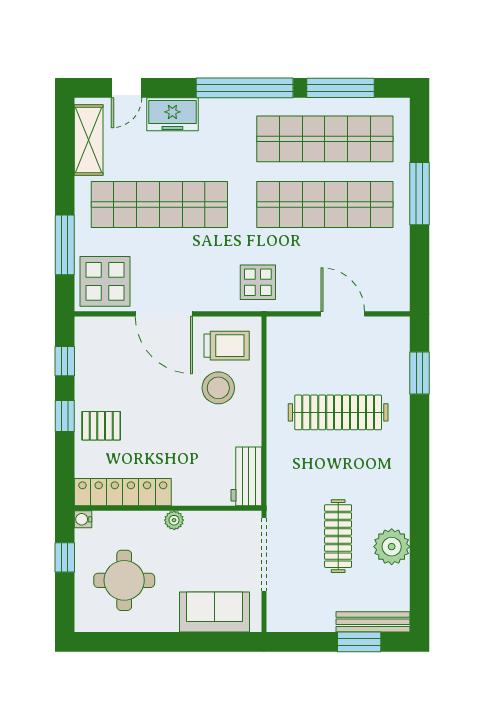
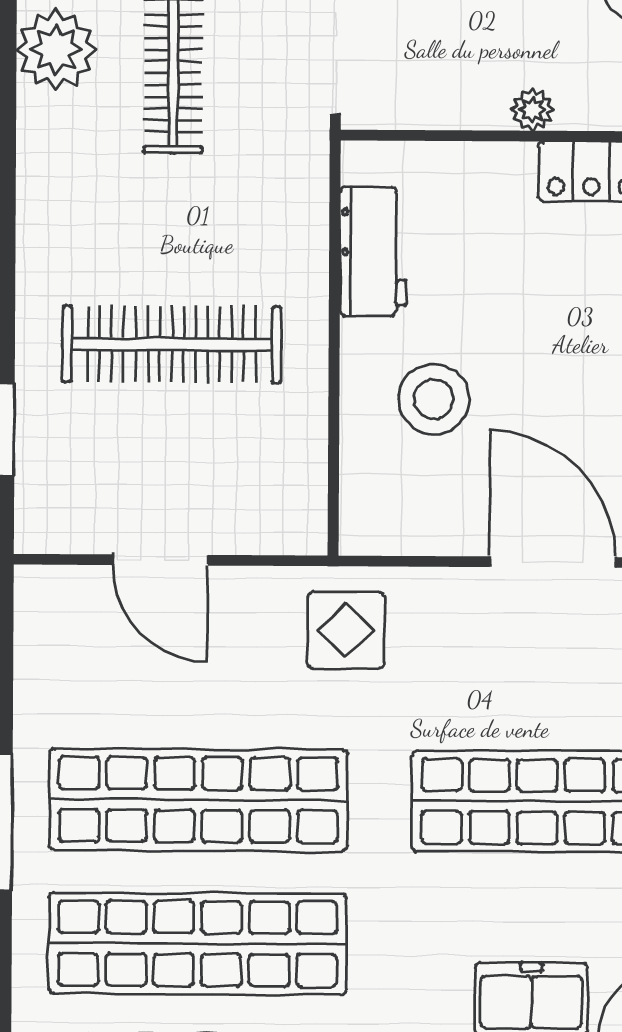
trolley: (227, 346) -> (415, 492), removed
workbench: (246, 476) -> (373, 251), moved

